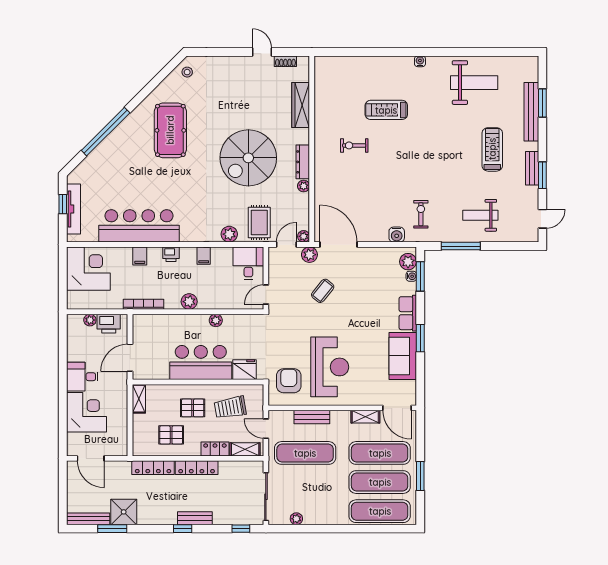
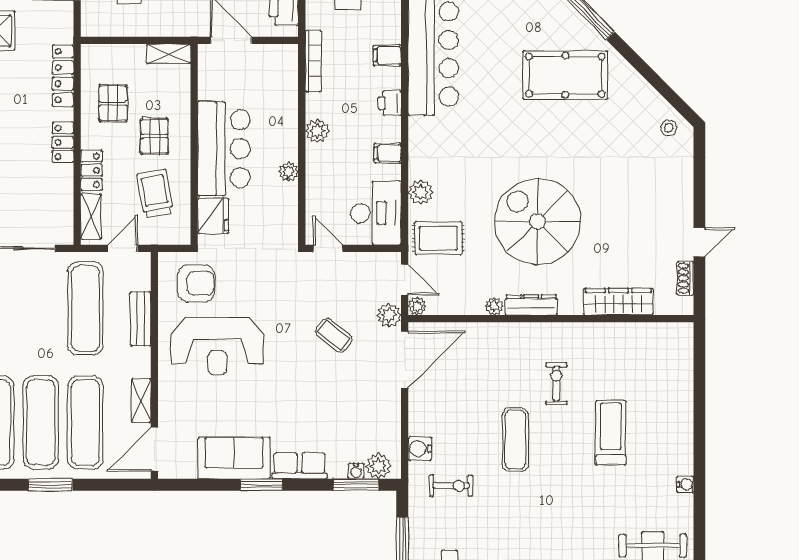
pool table: (170, 130) -> (565, 75), moved
exercise mat: (391, 172) -> (515, 440), added
desk: (248, 263) -> (376, 213), width x1.37
locker: (197, 468) -> (63, 142), width x0.66

